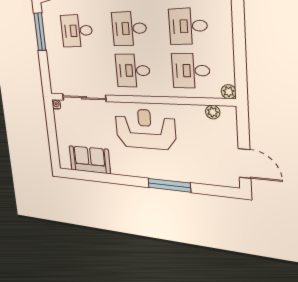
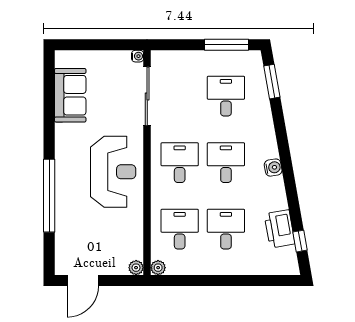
plant: (213, 112) -> (136, 268), moved
window: (169, 185) -> (49, 196), width x1.46

